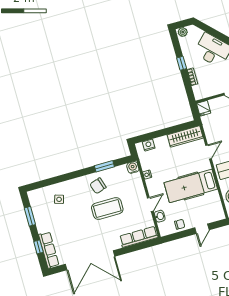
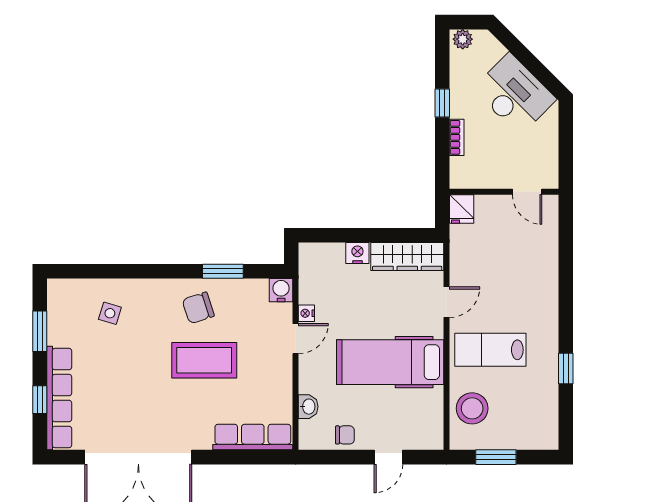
nightstand: (149, 145) -> (357, 253), moved
door: (150, 205) -> (296, 339), moved
row of seats: (49, 250) -> (59, 398), width x1.36

